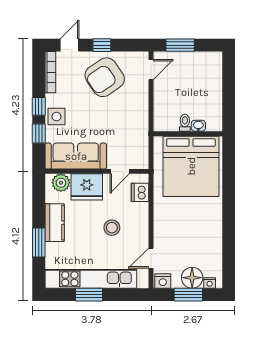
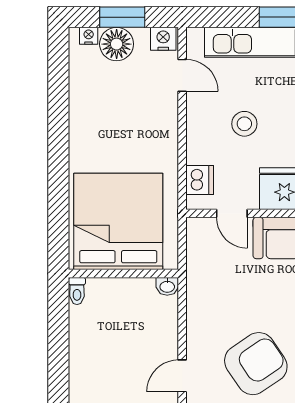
toilet: (185, 123) -> (77, 291), moved
washbasin: (198, 126) -> (167, 286), moved
door: (120, 171) -> (232, 213), swing flipped
door: (151, 258) -> (182, 75), hinge flipped

